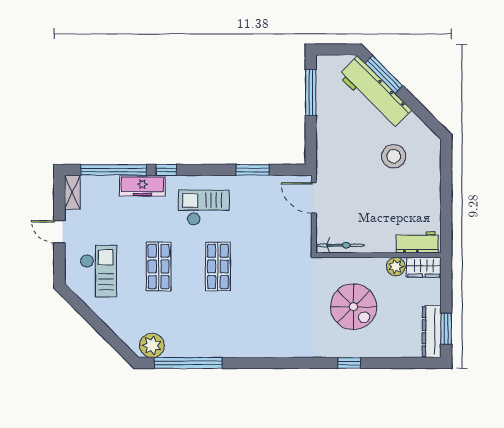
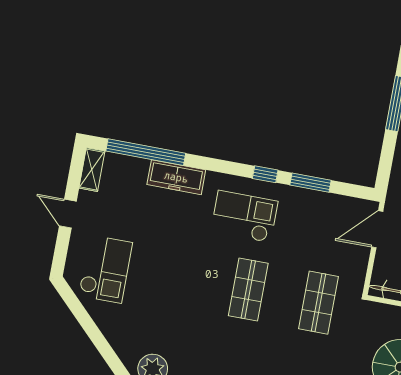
window: (166, 170) -> (265, 174), moved
door: (314, 198) -> (377, 229), hinge flipped
shop shelf: (159, 266) -> (319, 303), moved

